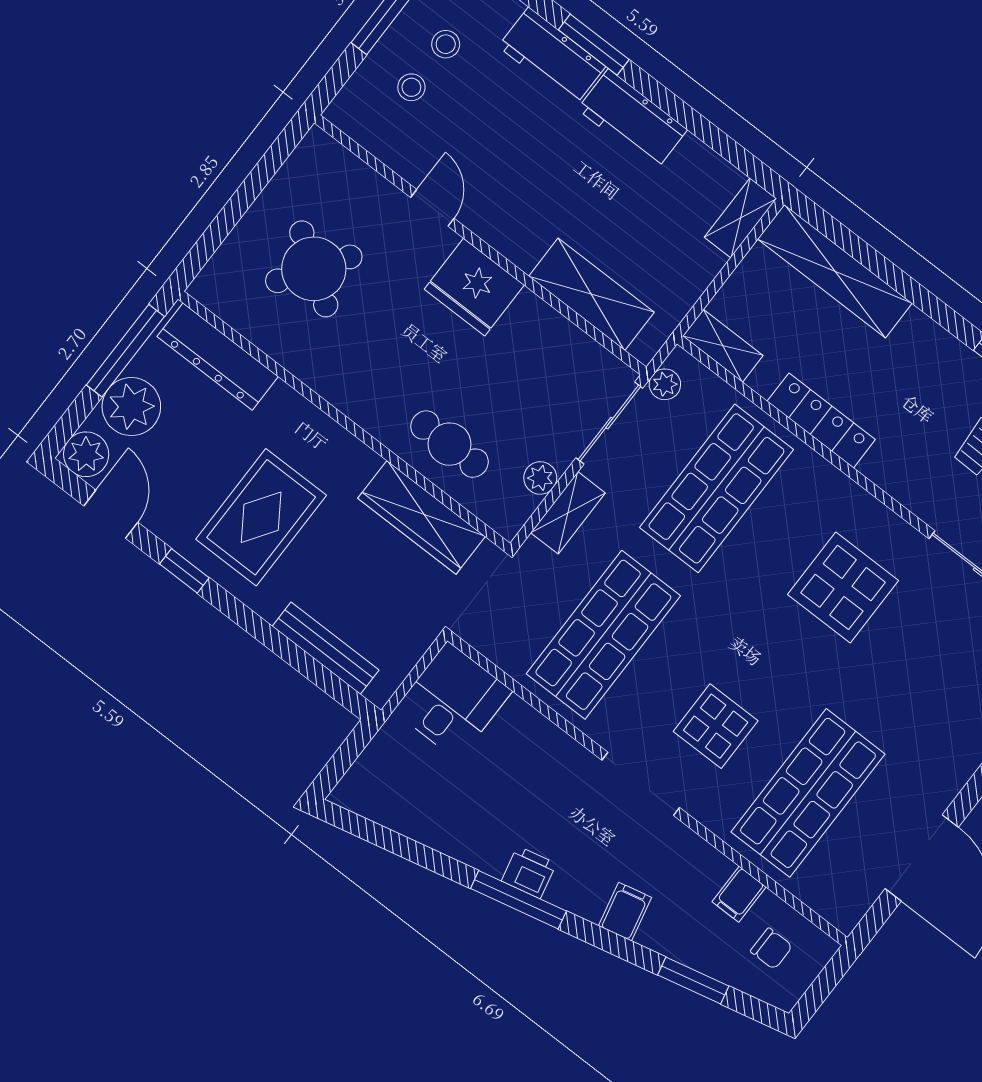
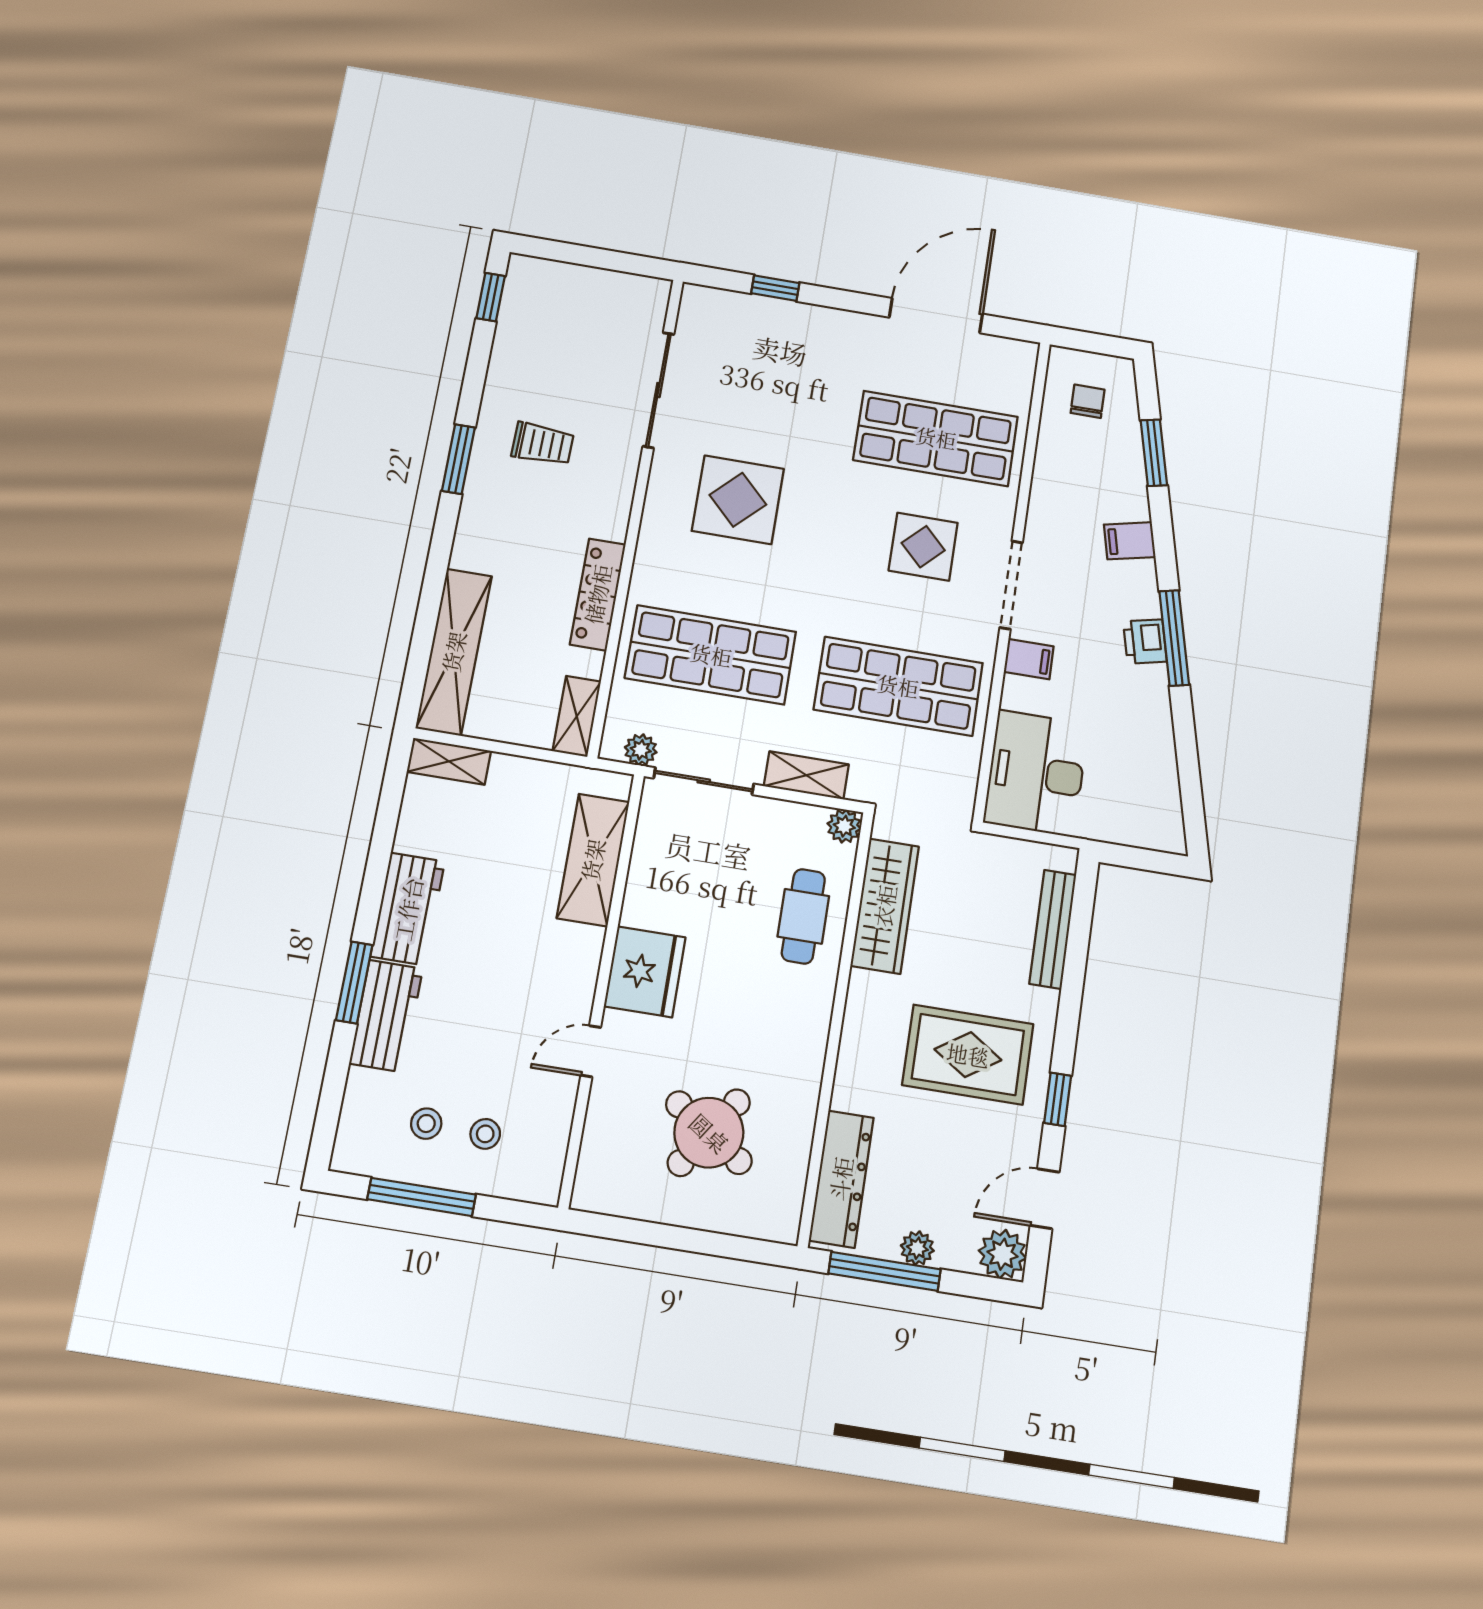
plant: (131, 407) -> (917, 1248), width x0.53, depth x0.53
plant: (540, 478) -> (844, 826), moved
desk: (453, 701) -> (1036, 773), width x1.37
filing cabinet: (739, 894) -> (1029, 659), moved

